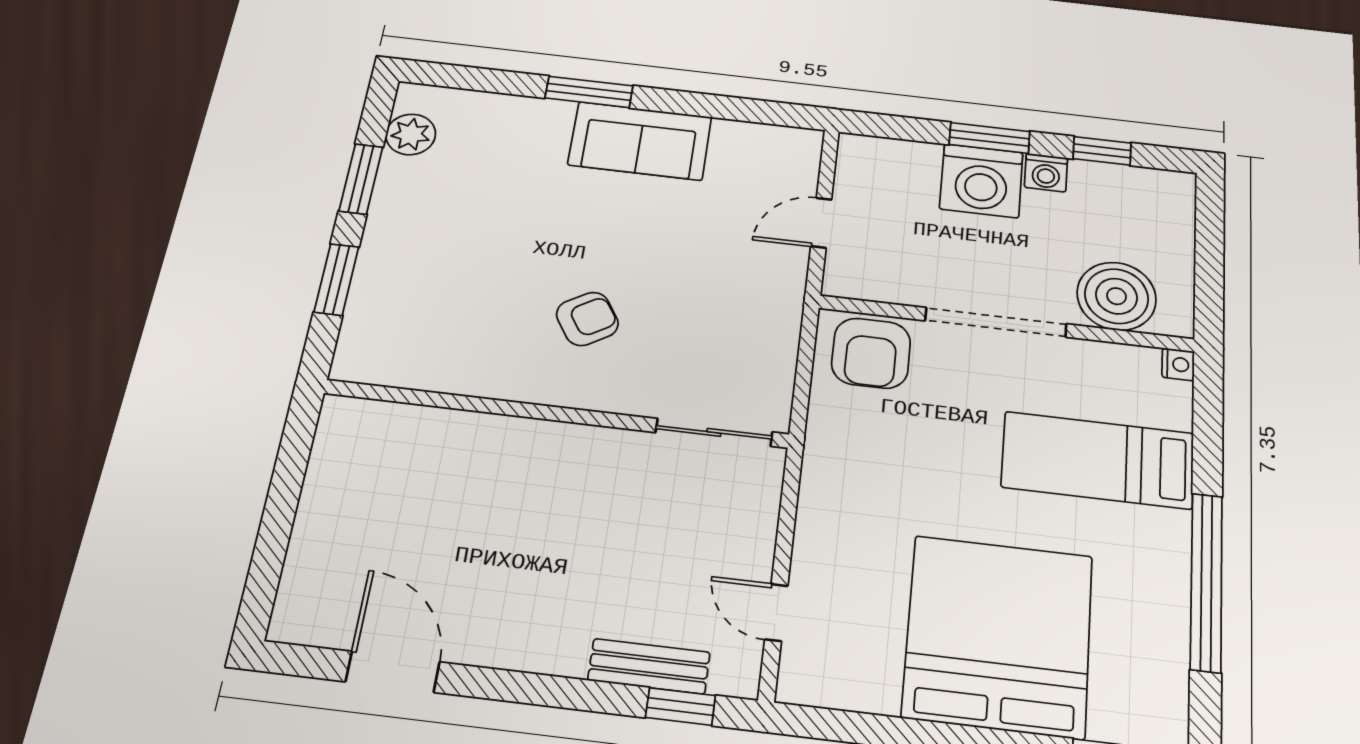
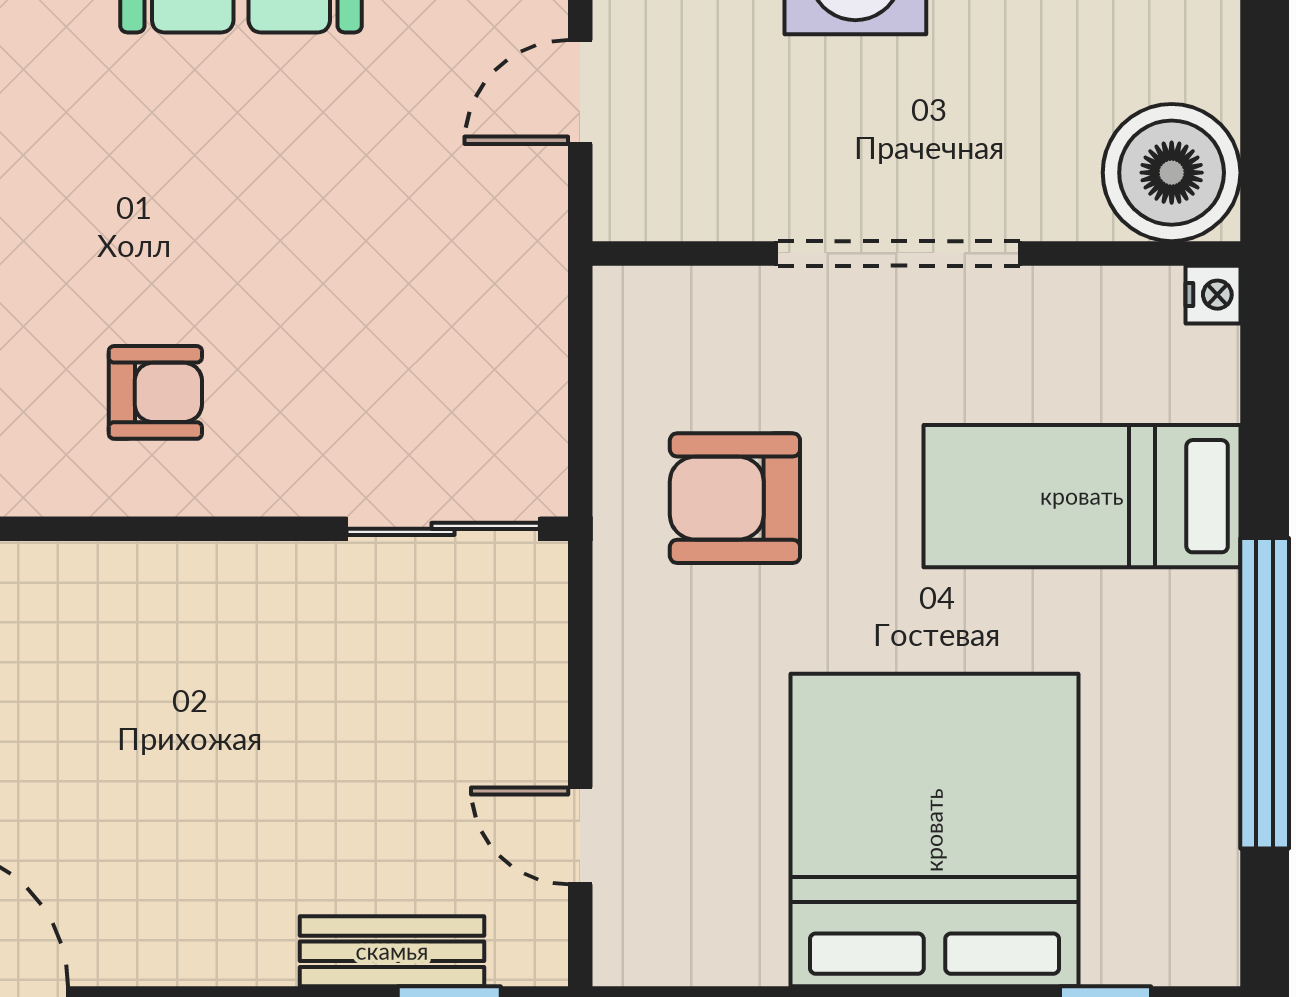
boiler: (1116, 296) -> (1172, 173), moved
armchair: (587, 319) -> (155, 392), moved, turned 32
armchair: (871, 353) -> (735, 498), moved, turned 90

